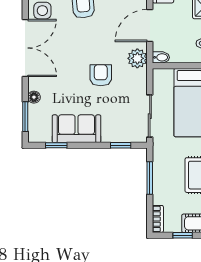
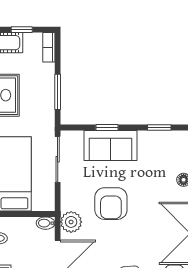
armchair: (101, 75) -> (111, 204), width x1.38, depth x1.38
sofa: (76, 129) -> (111, 145), moved
window: (121, 145) -> (107, 127), moved

